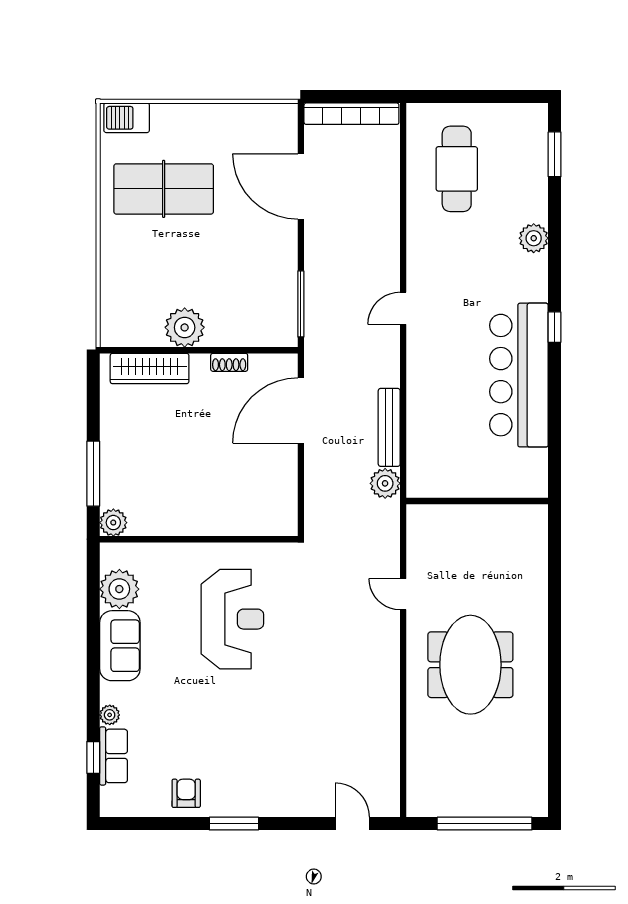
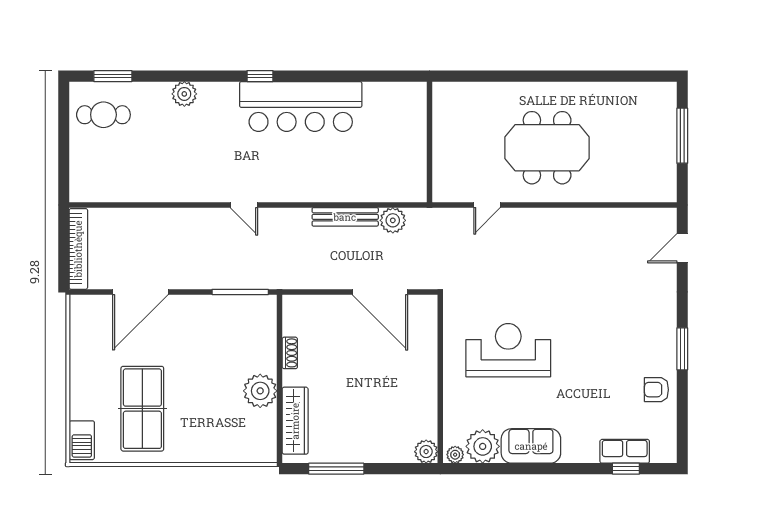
cafe table: (457, 169) -> (103, 115), moved, width x0.73, depth x0.74
door: (301, 410) -> (380, 292), moved
window: (93, 474) -> (336, 469), moved
wall: (477, 501) -> (429, 142), moved
plant: (110, 715) -> (455, 455), moved
window: (485, 824) -> (682, 136), width x0.68

